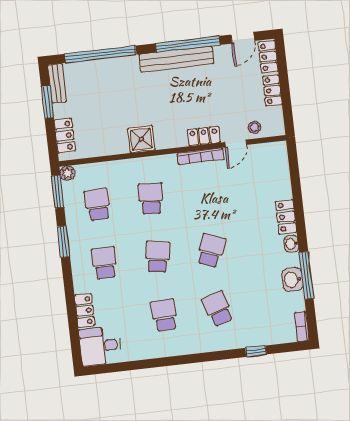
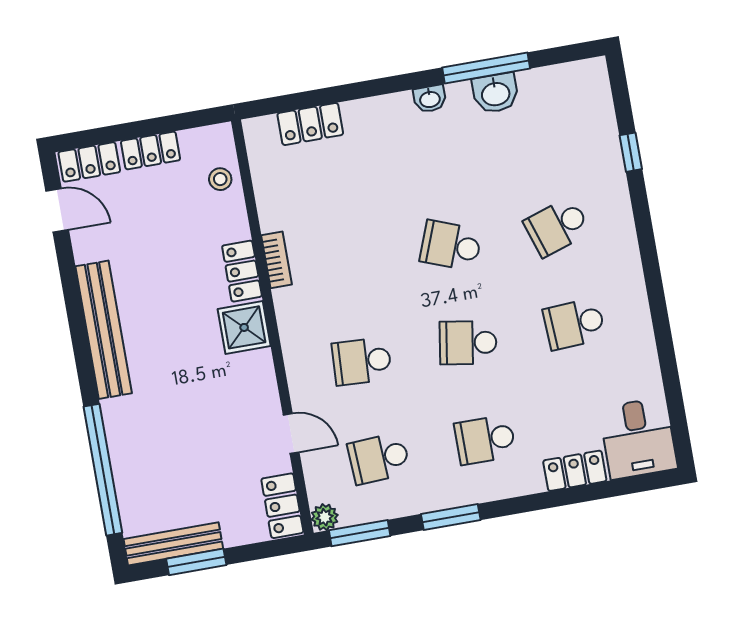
window: (188, 44) -> (75, 311), removed
bench: (57, 83) -> (173, 544), width x1.36
locker: (65, 136) -> (282, 506), moved, turned -90
shower: (141, 139) -> (244, 327), moved
door: (236, 144) -> (291, 433), moved
bookcase: (201, 156) -> (277, 260), width x0.64
locker: (286, 217) -> (310, 124), moved
bookcase: (302, 327) -> (581, 71), removed

